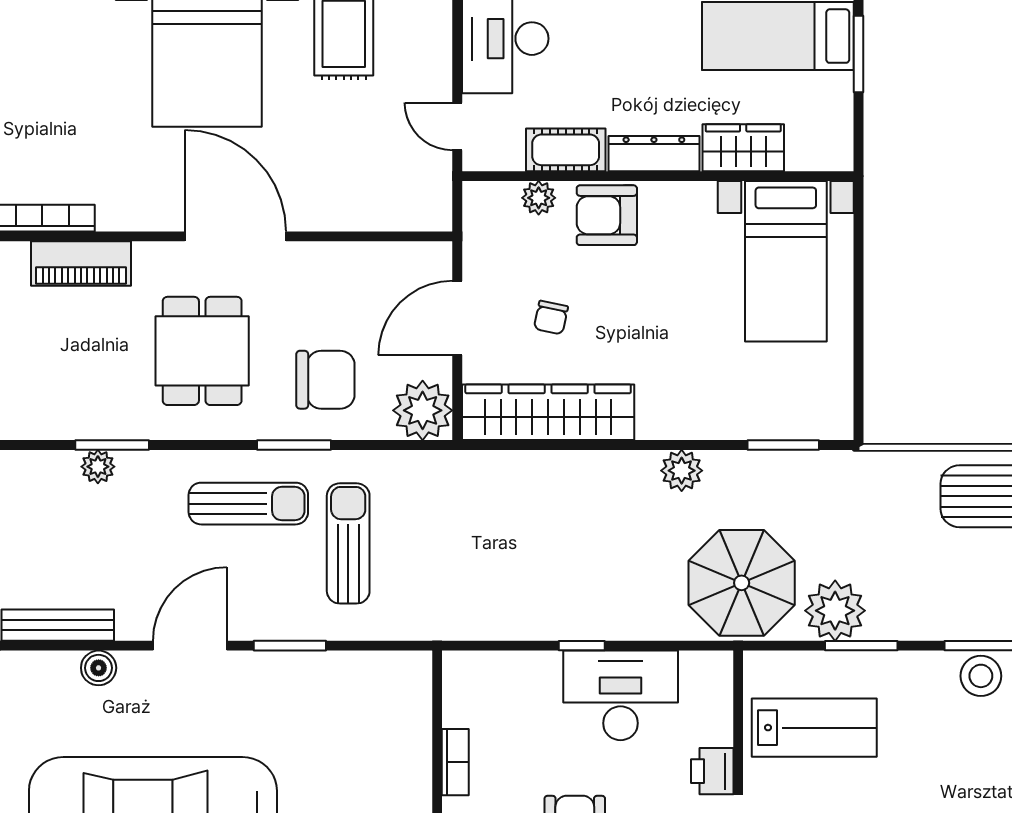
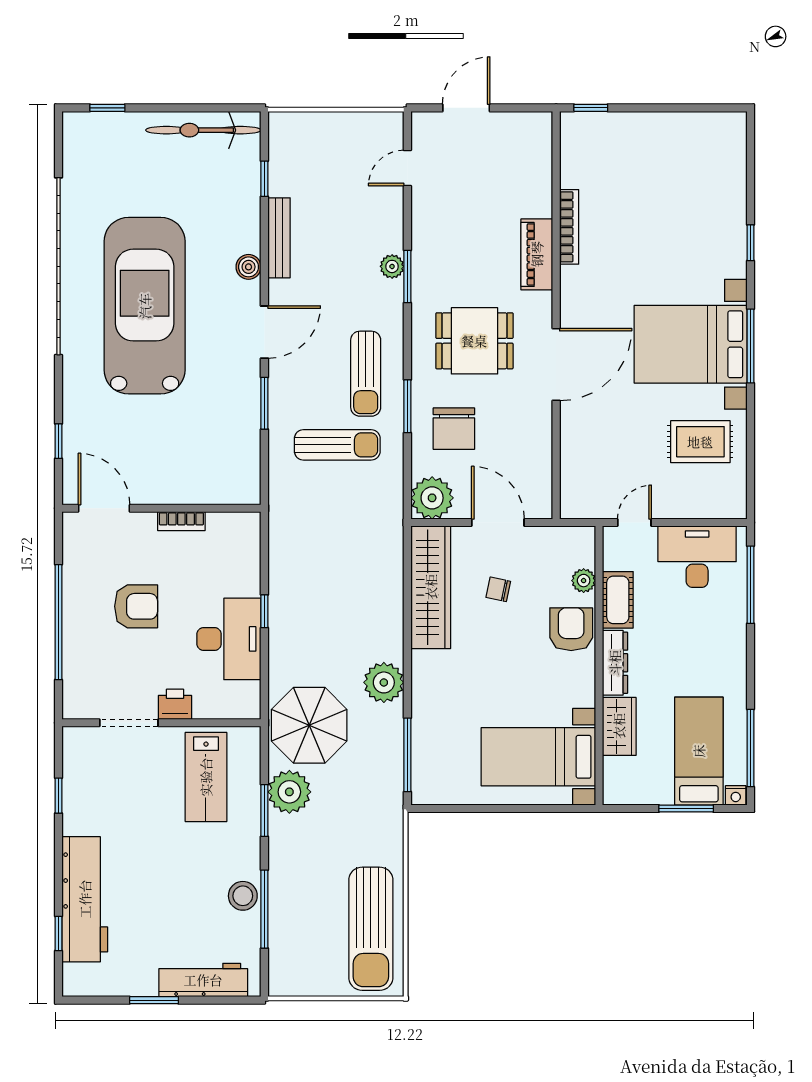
window: (783, 445) -> (407, 755), width x1.44
plant: (682, 471) -> (384, 682), width x1.36, depth x1.36
door: (190, 646) -> (264, 332), hinge flipped

